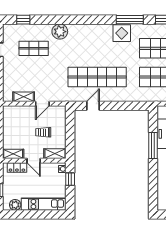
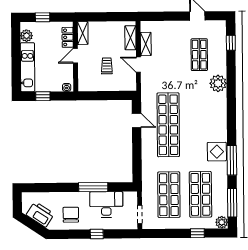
shelving: (55, 154) -> (130, 38), moved
window: (70, 179) -> (43, 96), moved

